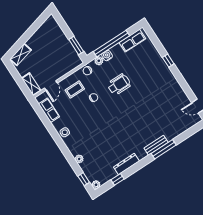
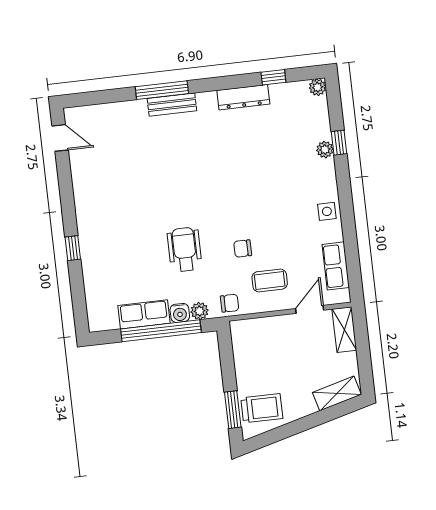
trolley: (50, 32) -> (262, 408), added
row of seats: (132, 41) -> (144, 314), moved
window: (76, 45) -> (233, 410), moved
wheelchair: (119, 84) -> (185, 249), turned 90
window: (84, 179) -> (339, 143), moved

